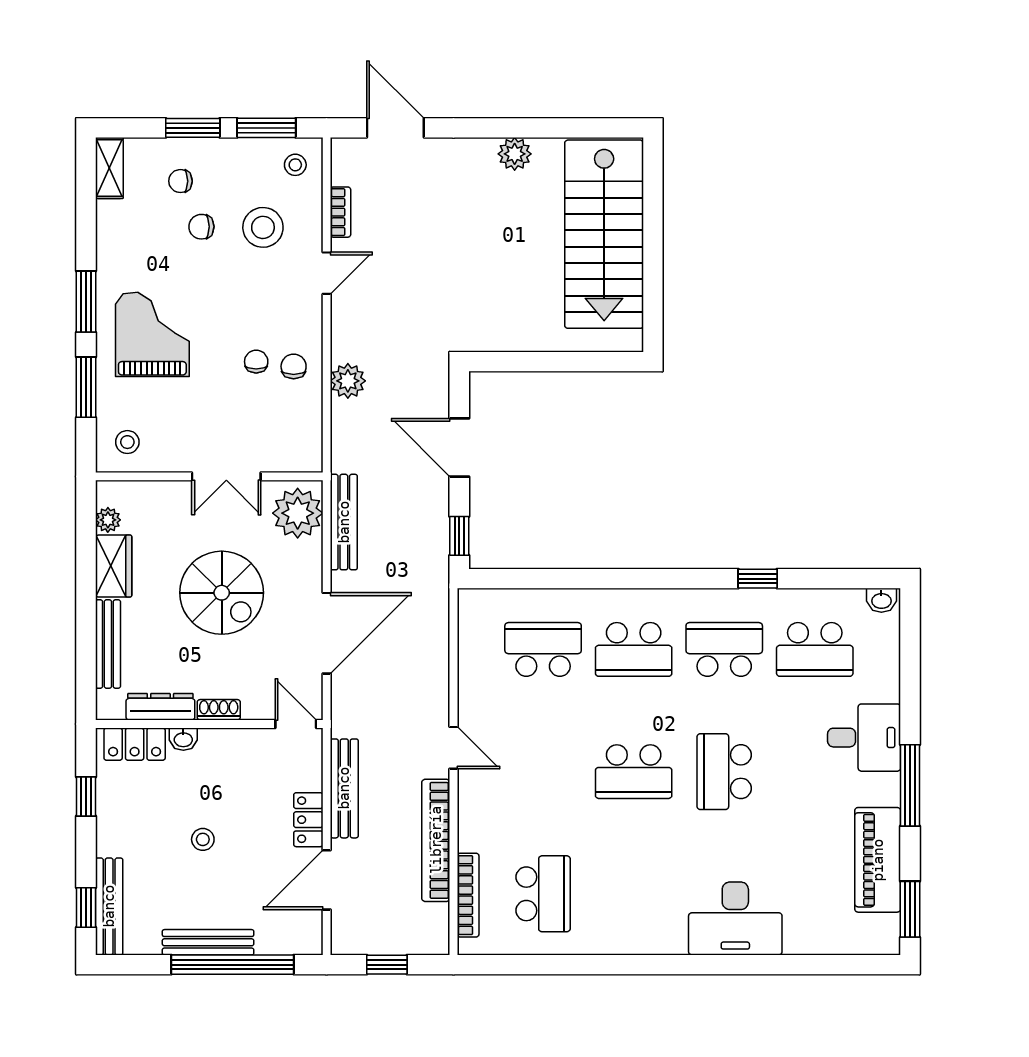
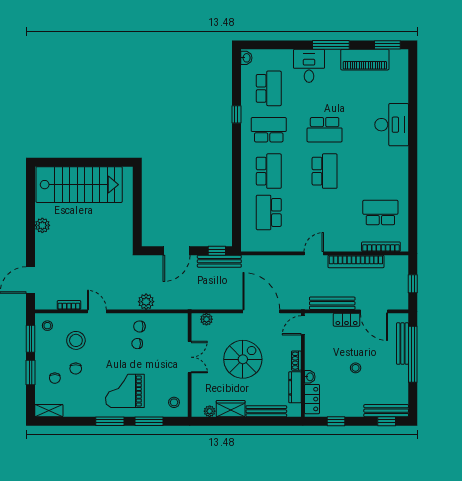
plant: (298, 513) -> (206, 319), width x0.53, depth x0.53
bench: (344, 522) -> (219, 261), moved
school desk: (724, 649) -> (269, 130), turned 90
bench: (208, 942) -> (403, 344), moved

